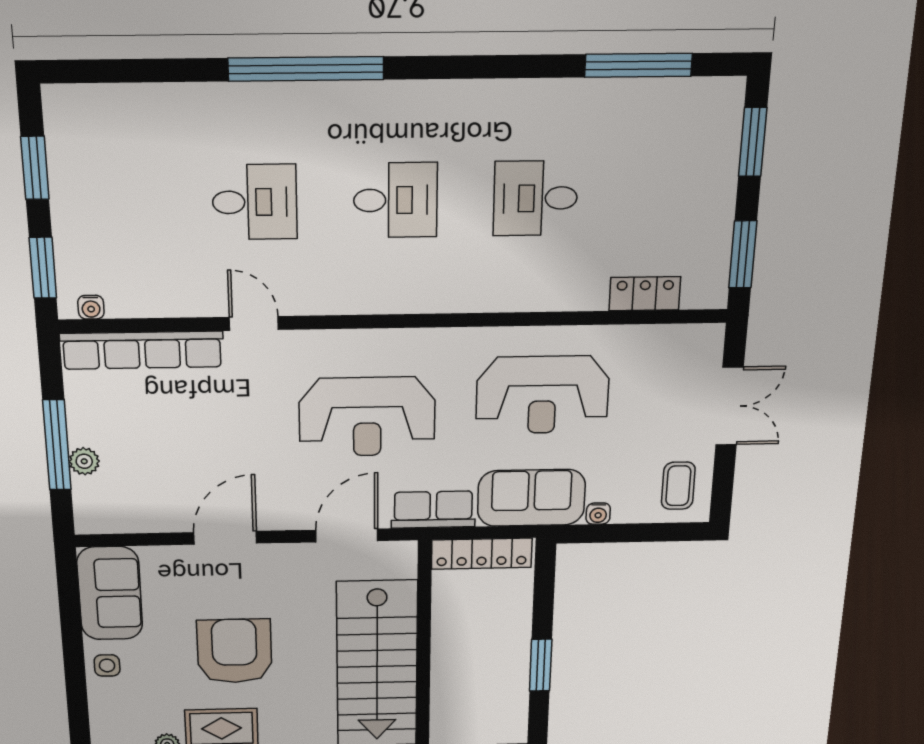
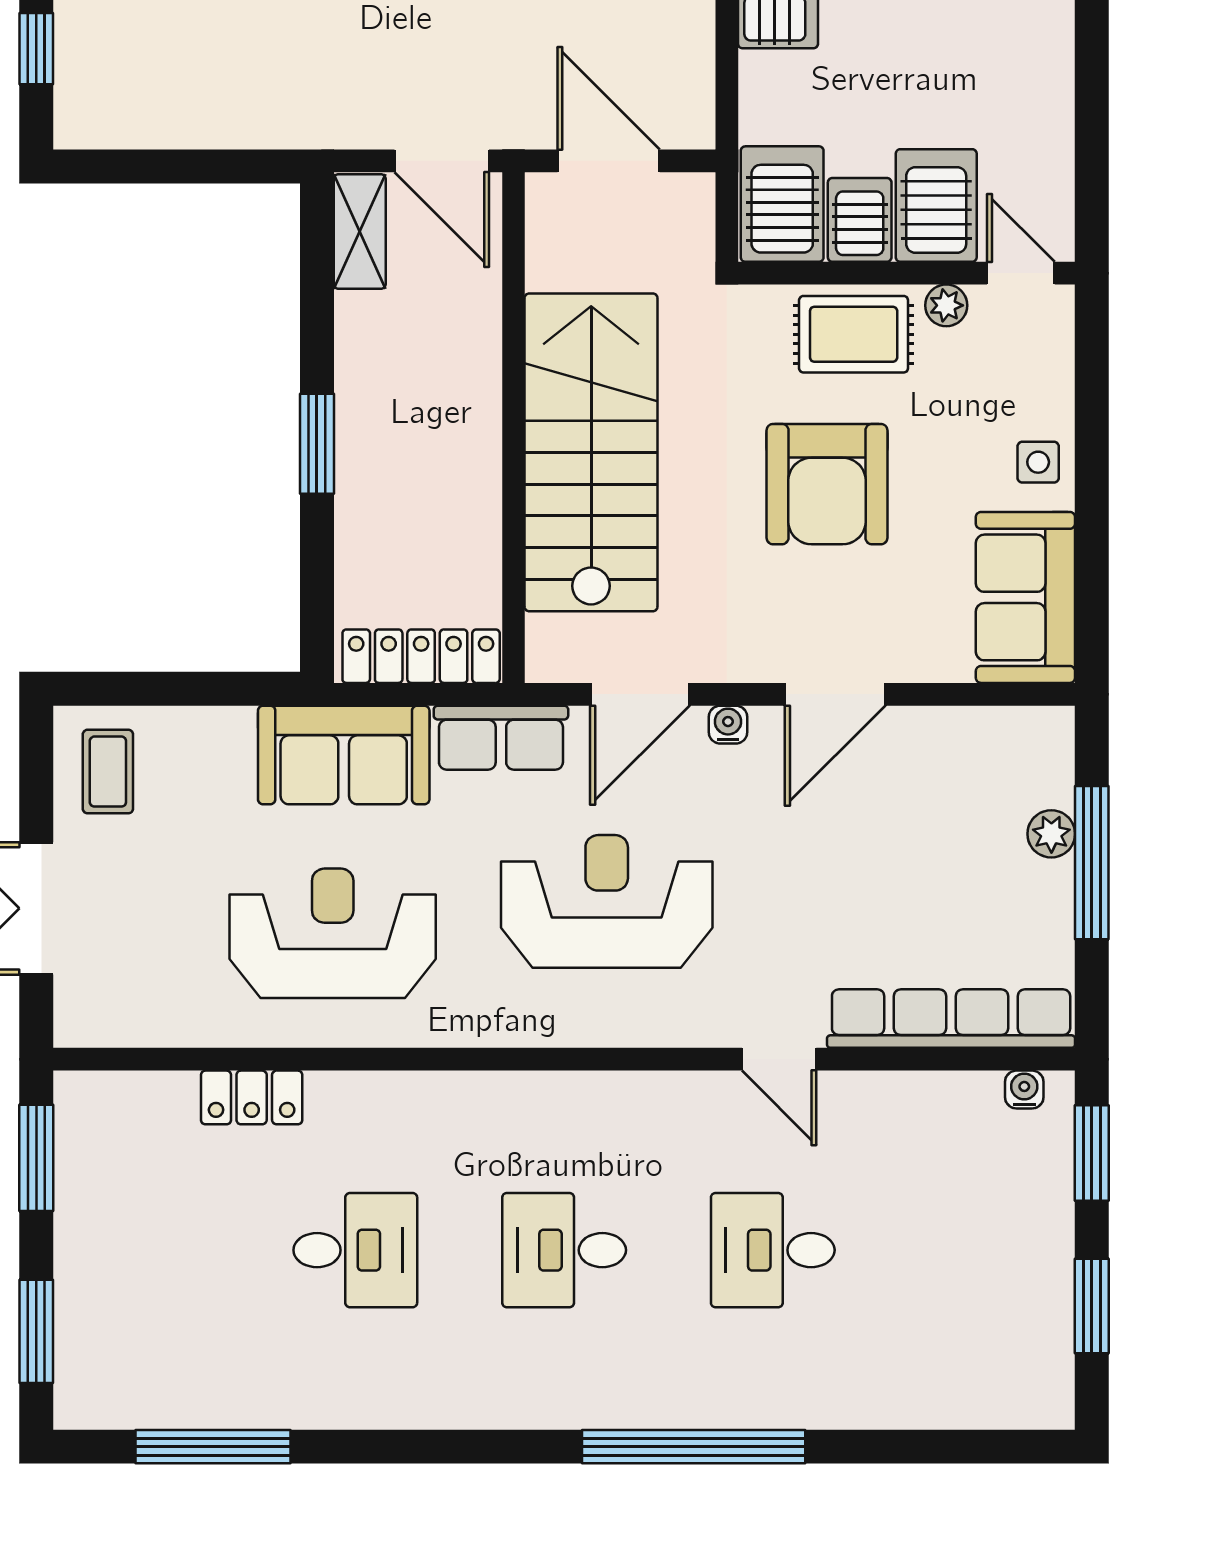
locker: (645, 294) -> (252, 1097), moved
water cooler: (598, 514) -> (728, 725), moved

